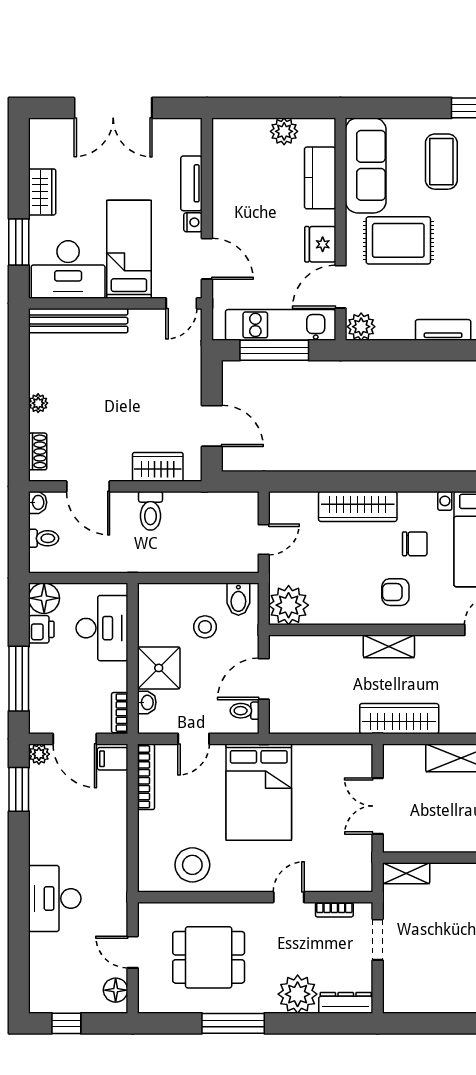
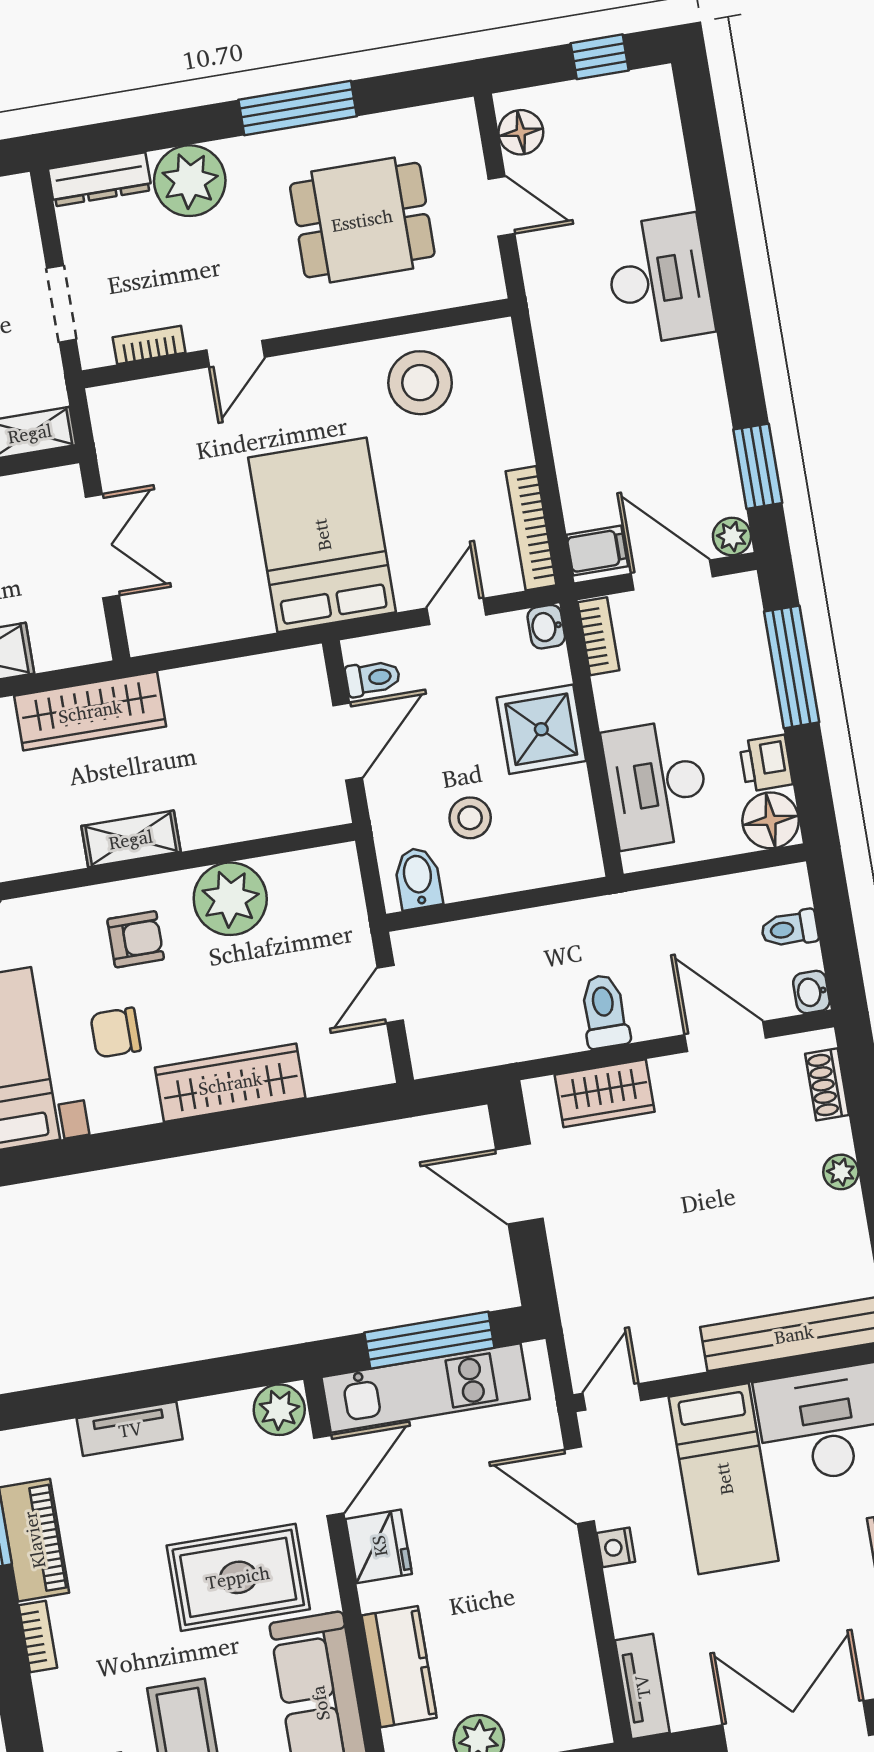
tv unit: (191, 183) -> (642, 1687), moved
plant: (289, 605) -> (230, 899), moved
washbasin: (147, 702) -> (546, 627), moved

